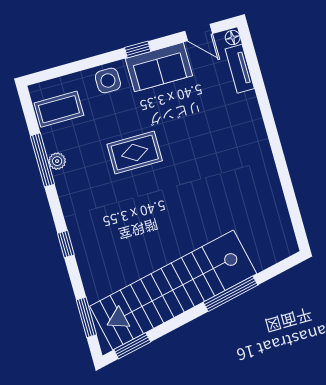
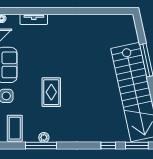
tv unit: (240, 69) -> (34, 19), moved
window: (66, 244) -> (108, 146), moved

